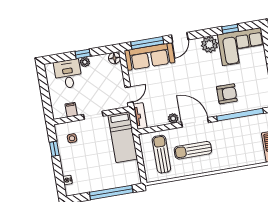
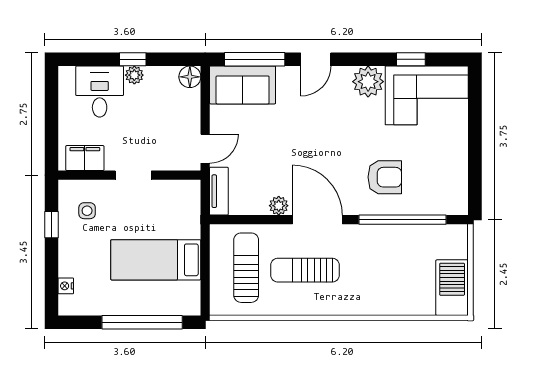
sofa: (149, 57) -> (243, 85), width x0.73
filing cabinet: (71, 110) -> (85, 158), width x2.00
bed: (123, 137) -> (156, 260), moved, turned 90

